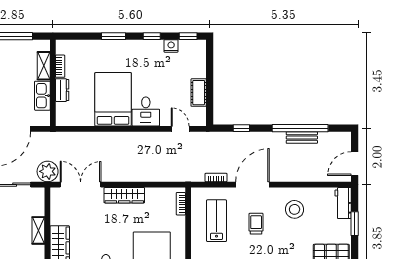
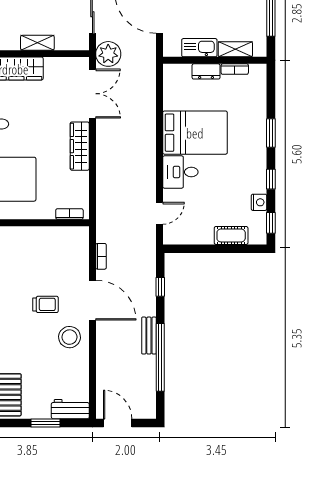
cot: (199, 93) -> (231, 235), moved
bench: (302, 138) -> (149, 336), moved
stool: (295, 209) -> (70, 337), moved
lab bench: (217, 221) -> (49, 257), removed

